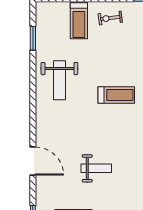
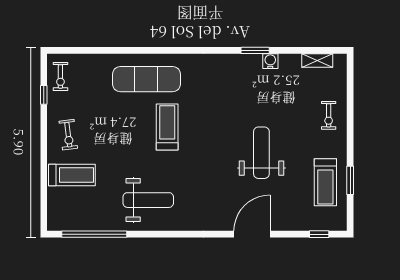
window: (33, 38) -> (94, 234), width x2.11
weight bench: (96, 168) -> (261, 153), width x1.36, depth x1.33

